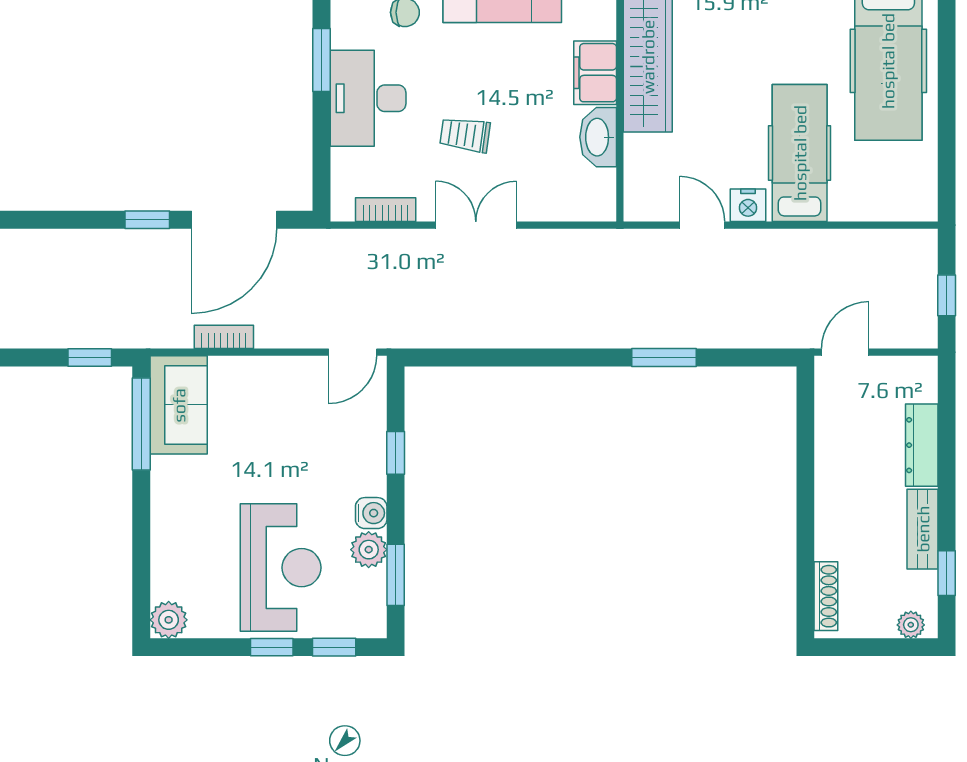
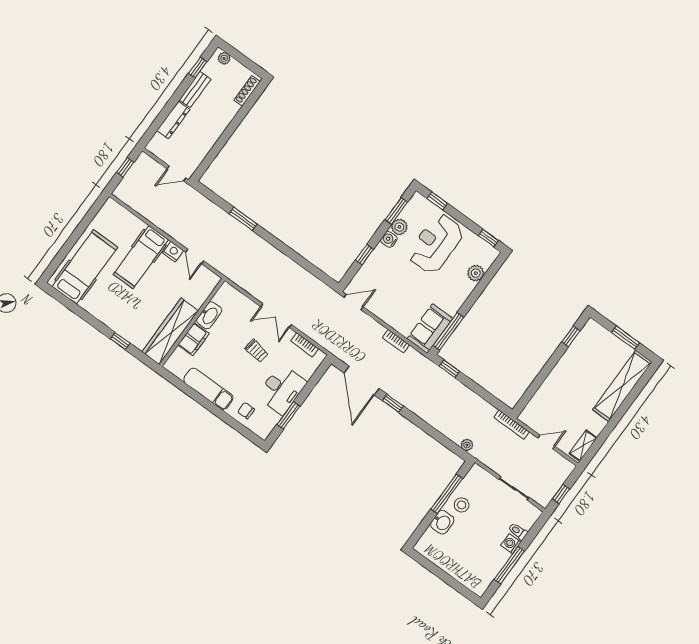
door: (234, 220) -> (362, 381), swing flipped
plant: (169, 620) -> (476, 273), moved
window: (272, 647) -> (488, 238), moved

